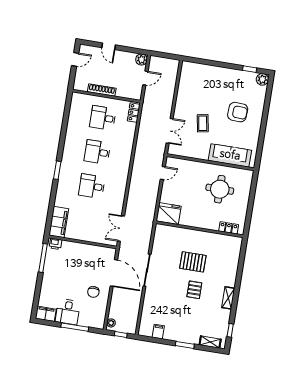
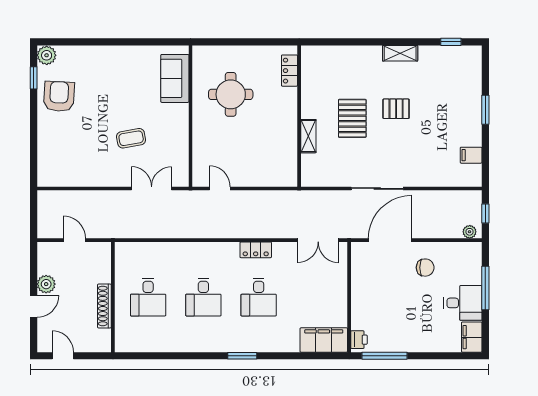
plant: (141, 60) -> (46, 284), moved
armchair: (238, 112) -> (59, 96), moved
locker: (134, 113) -> (256, 250), moved
sofa: (230, 155) -> (175, 78), width x0.73
fridge: (169, 214) -> (282, 169), removed
shelving: (210, 342) -> (308, 136), moved

